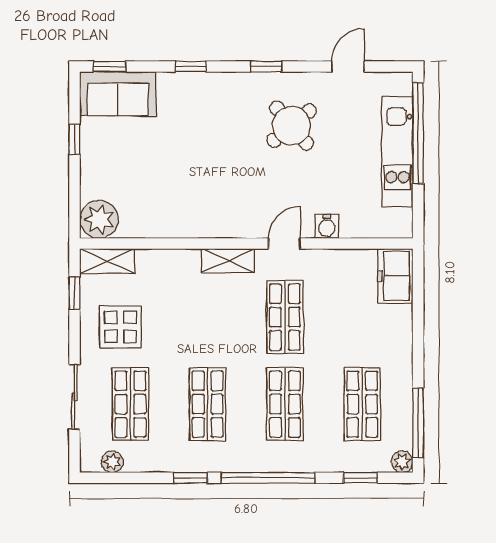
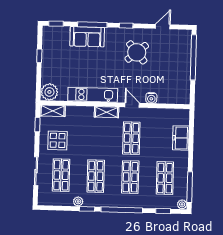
window: (191, 66) -> (92, 25), width x2.17
sofa: (118, 94) -> (87, 37), moved
kitchen unit: (397, 152) -> (93, 95), moved, turned 90
door: (284, 243) -> (132, 105), hinge flipped
freezer: (395, 276) -> (181, 138), moved
plant: (112, 462) -> (78, 201), moved

